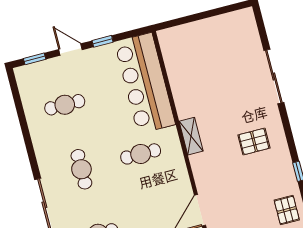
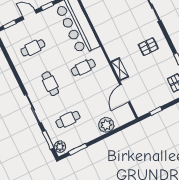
shelving: (191, 136) -> (120, 69), moved

